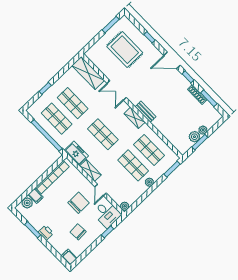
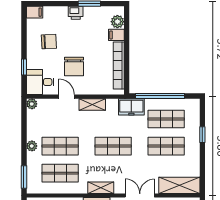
freezer: (76, 153) -> (131, 107), moved

